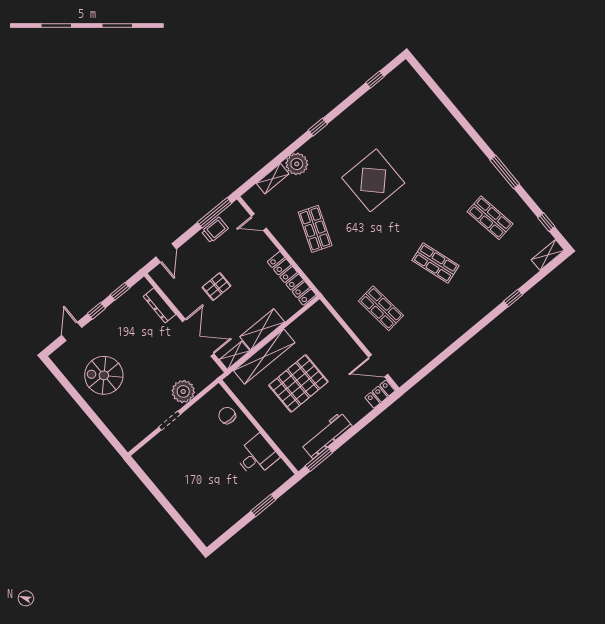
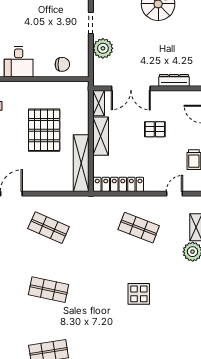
display table: (373, 180) -> (139, 294), width x0.54, depth x0.54
shop shelf: (435, 263) -> (49, 290), turned 30
pallet: (216, 287) -> (155, 129), turned 90
shop shelf: (381, 308) -> (49, 228), turned 30
shelving: (264, 357) -> (81, 163), moved

